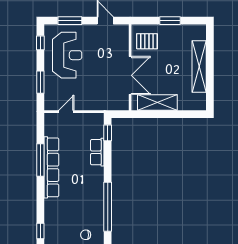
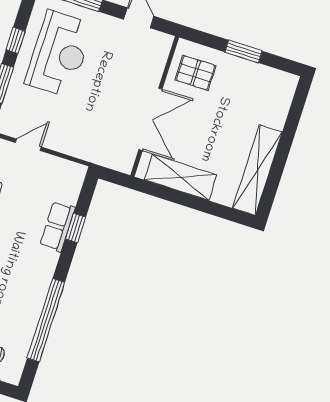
window: (40, 43) -> (16, 40), moved
shelving: (199, 66) -> (257, 170), moved
window: (108, 133) -> (76, 228), moved

